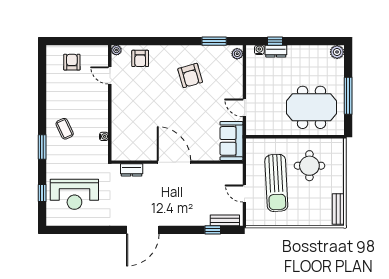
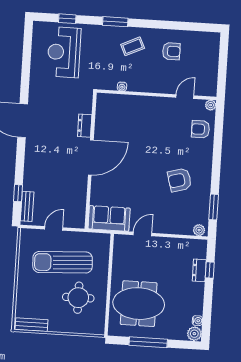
water cooler: (259, 50) -> (197, 321), moved
armchair: (72, 62) -> (171, 51), moved
meeting table: (312, 107) -> (139, 304), turned 90
dresser: (132, 170) -> (85, 126), moved

